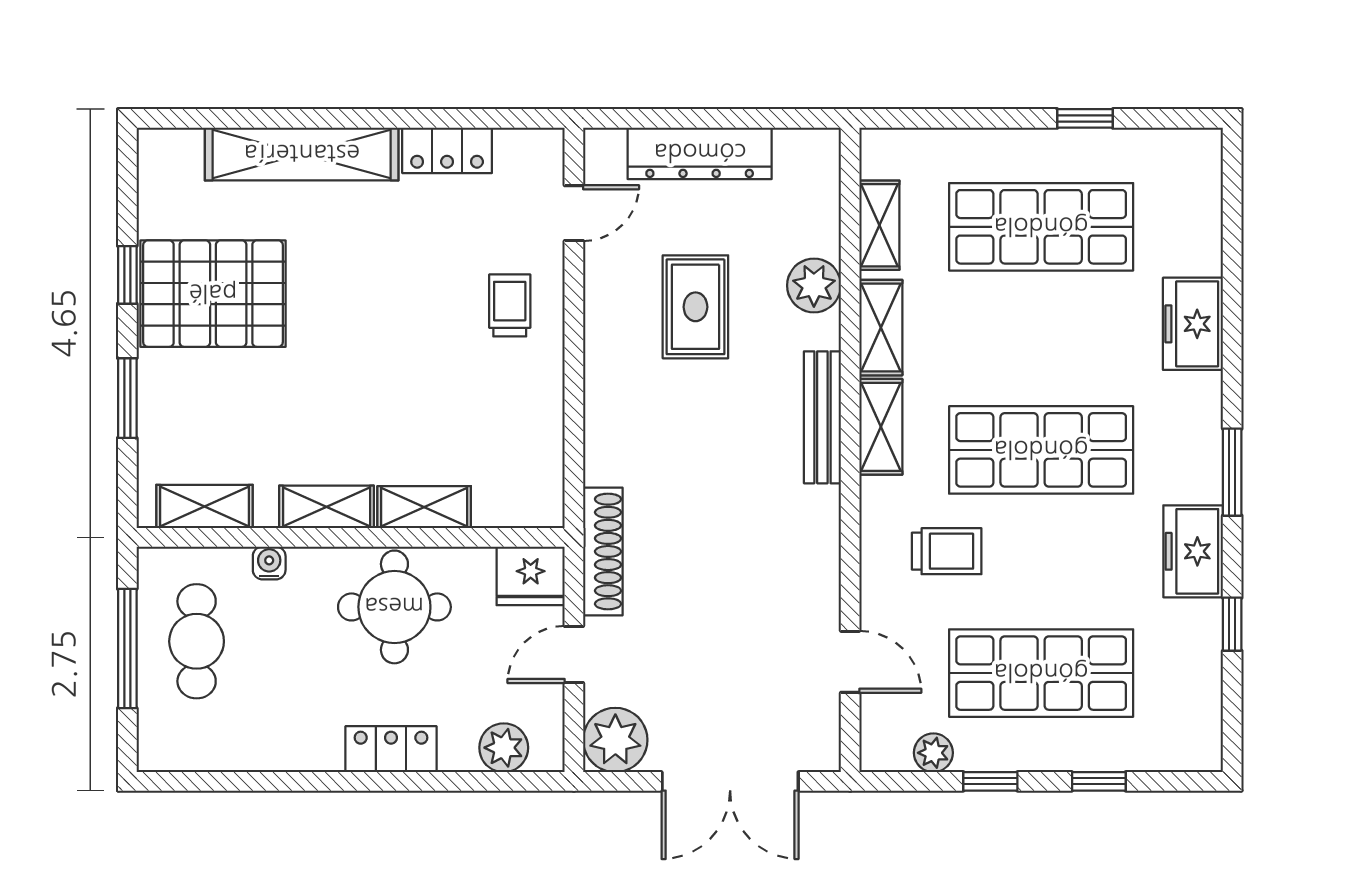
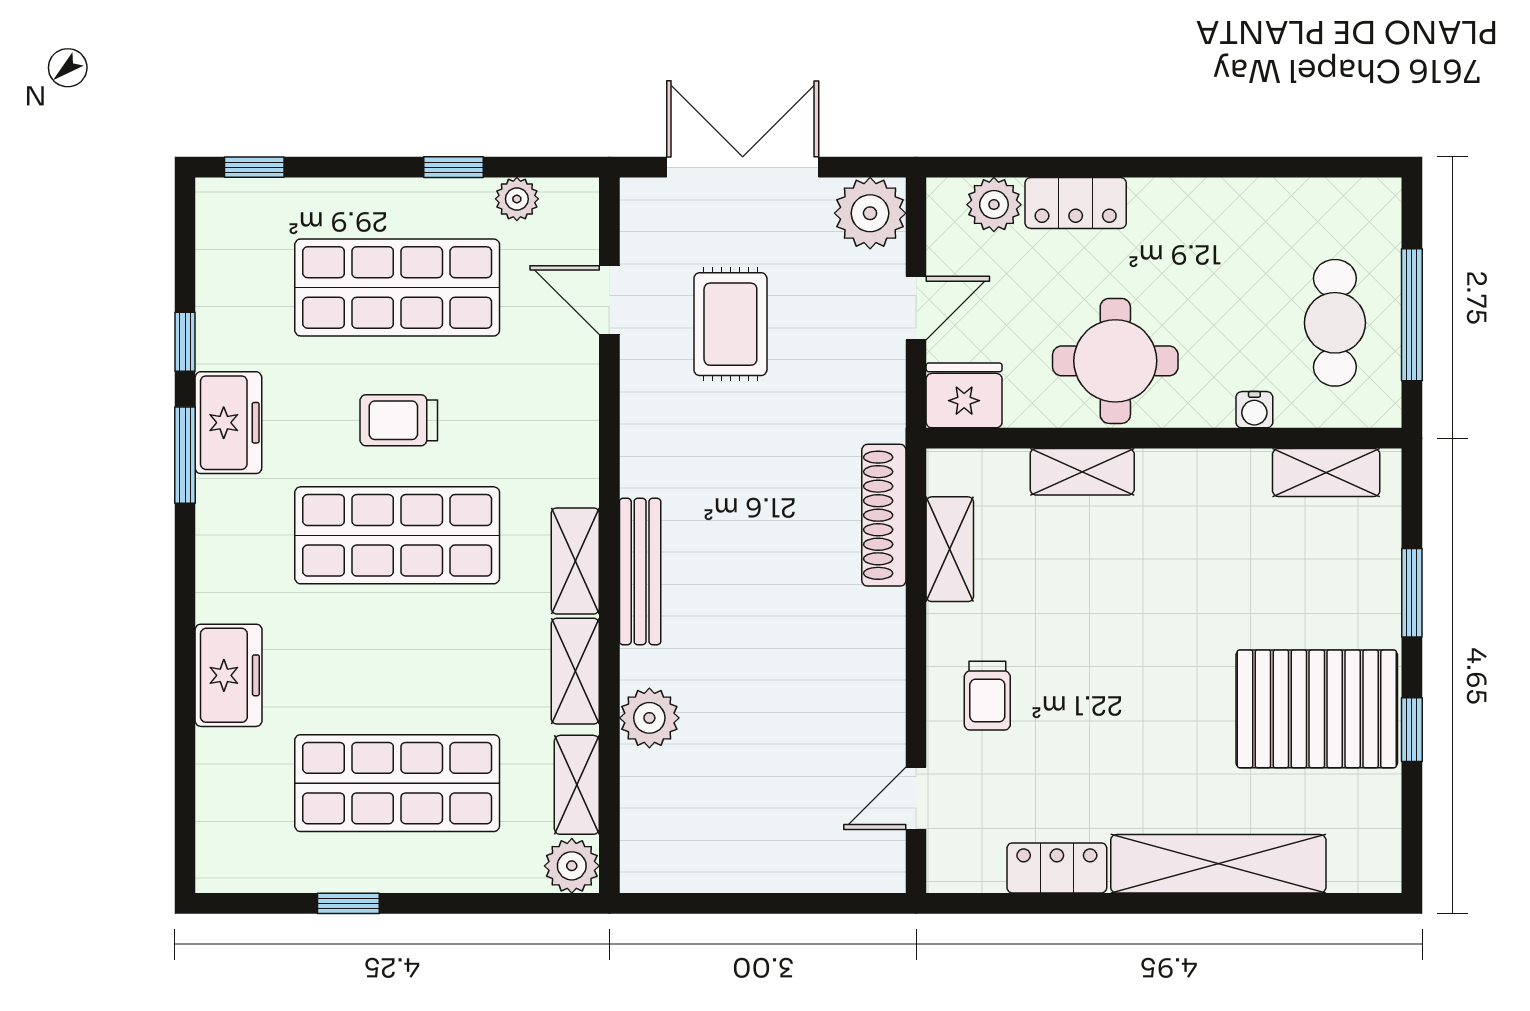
plant: (884, 152) -> (572, 866), added
dresser: (700, 153) -> (776, 865), removed
rug: (695, 307) -> (730, 324), moved
window: (1232, 472) -> (185, 455), moved
shelving: (327, 507) -> (950, 549), moved, turned 90
shoe rack: (603, 551) -> (884, 515), moved
trolley: (947, 551) -> (399, 420), moved
locker: (391, 749) -> (1076, 203), moved
window: (1099, 781) -> (254, 167), moved

